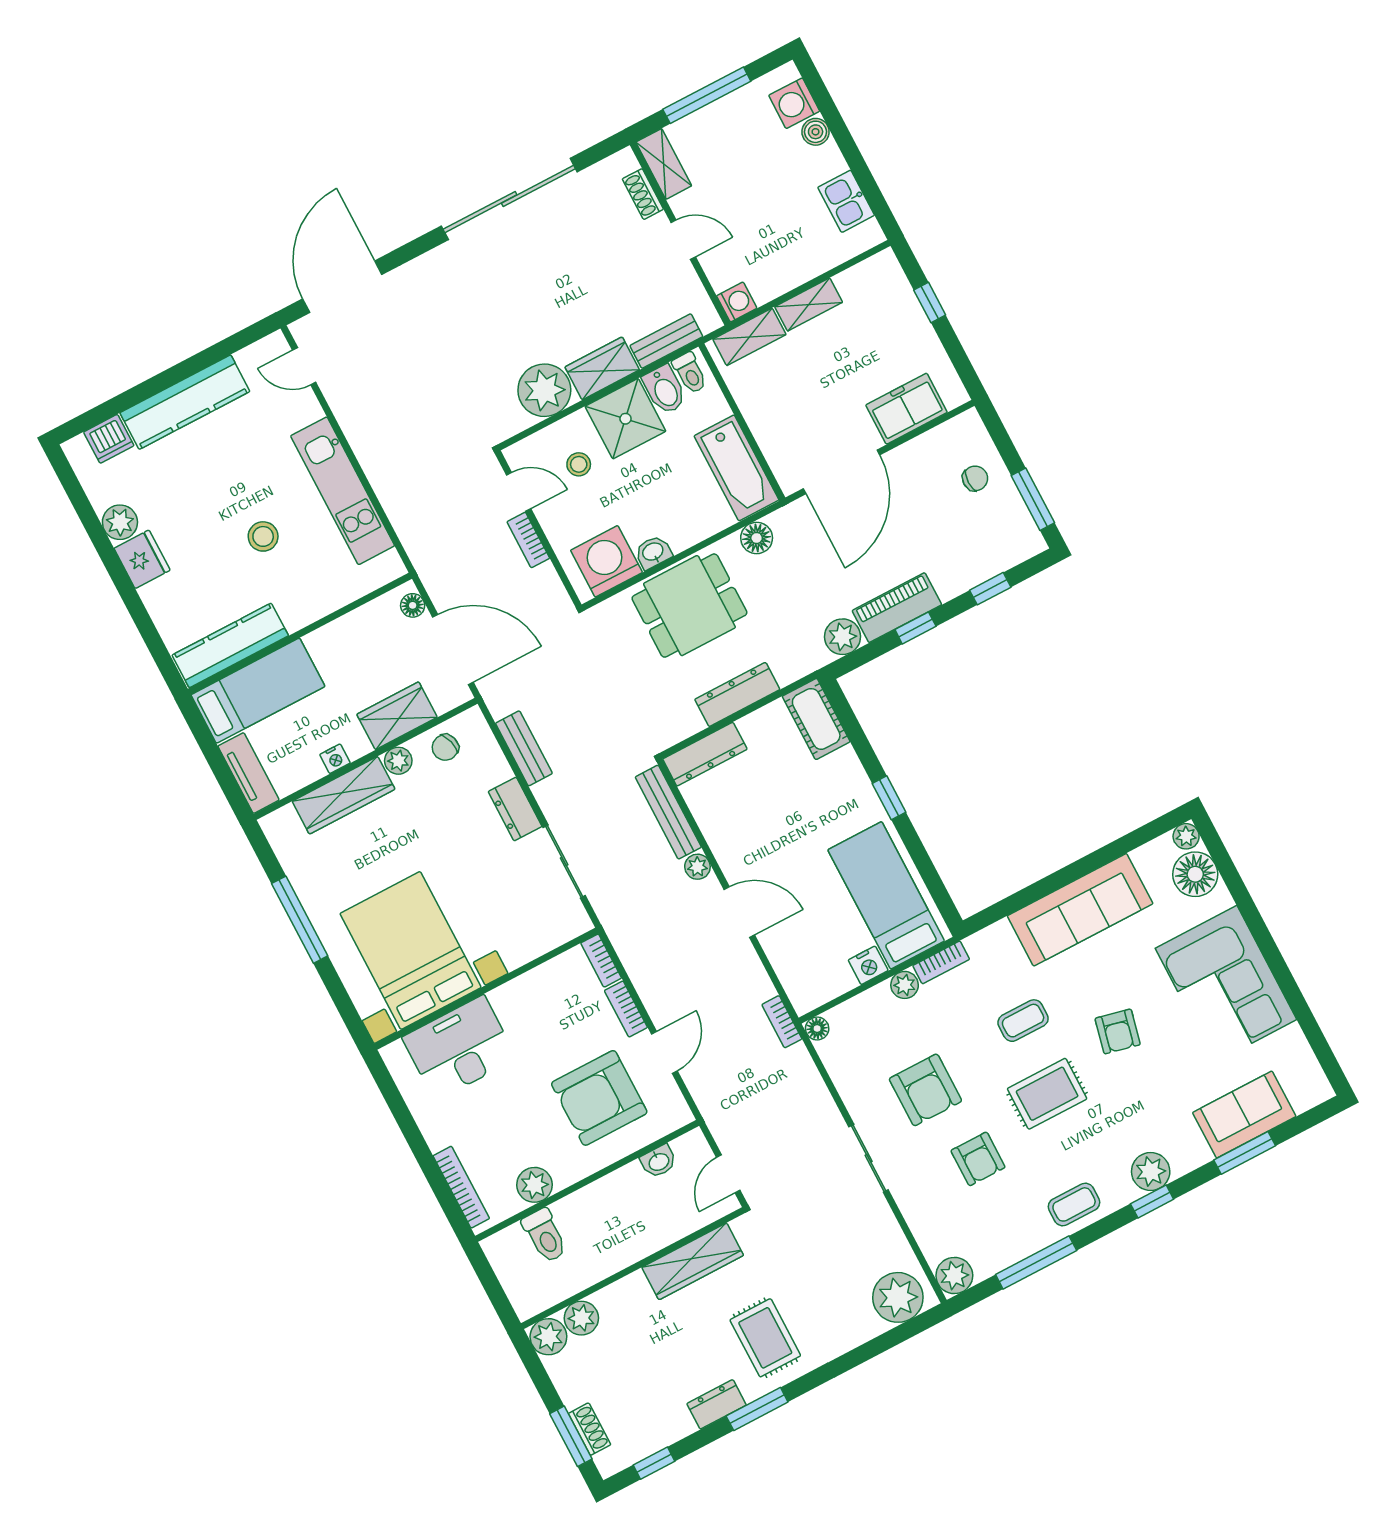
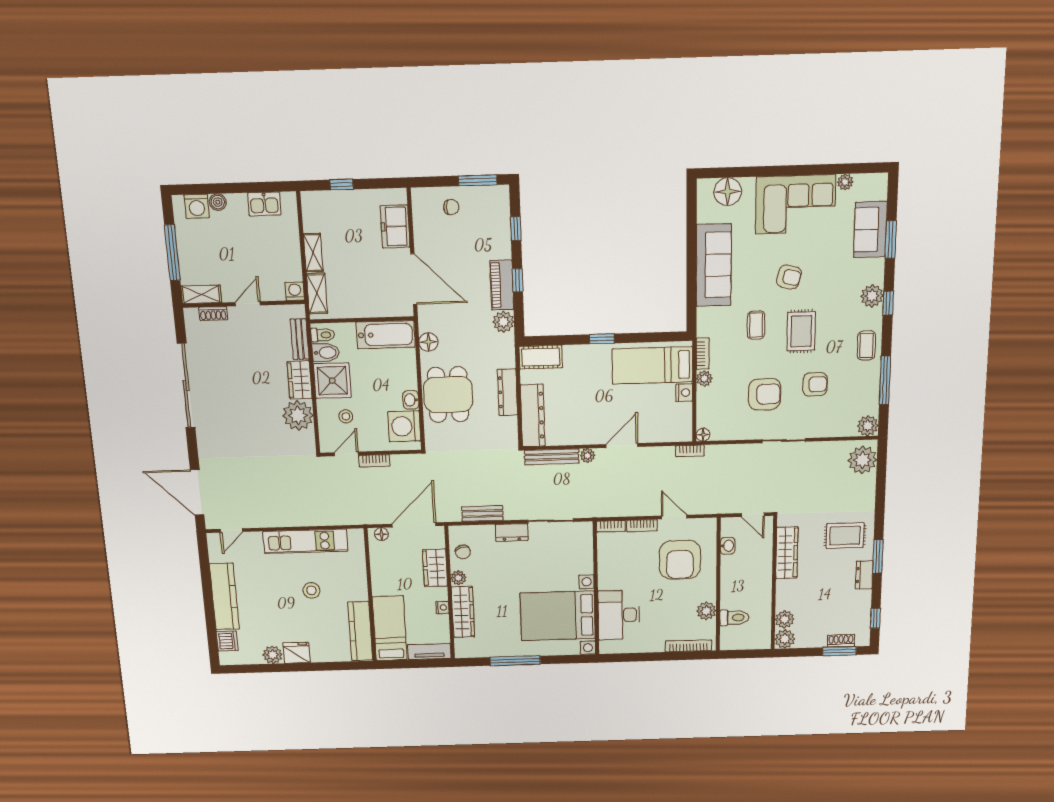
chair: (975, 478) -> (451, 207), turned 90
dresser: (705, 754) -> (533, 415), width x1.37, depth x1.24
plant: (1186, 836) -> (845, 182), moved

